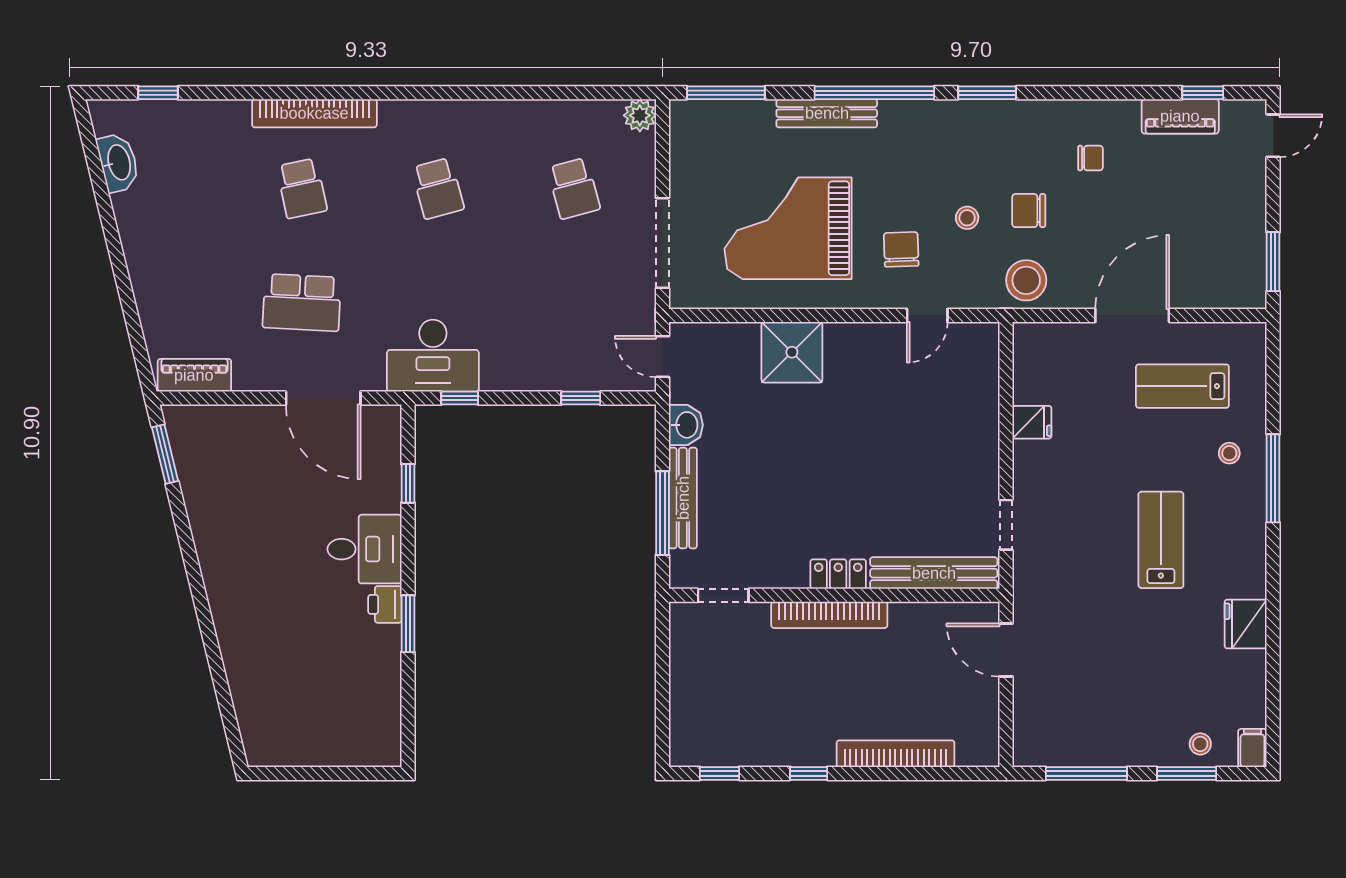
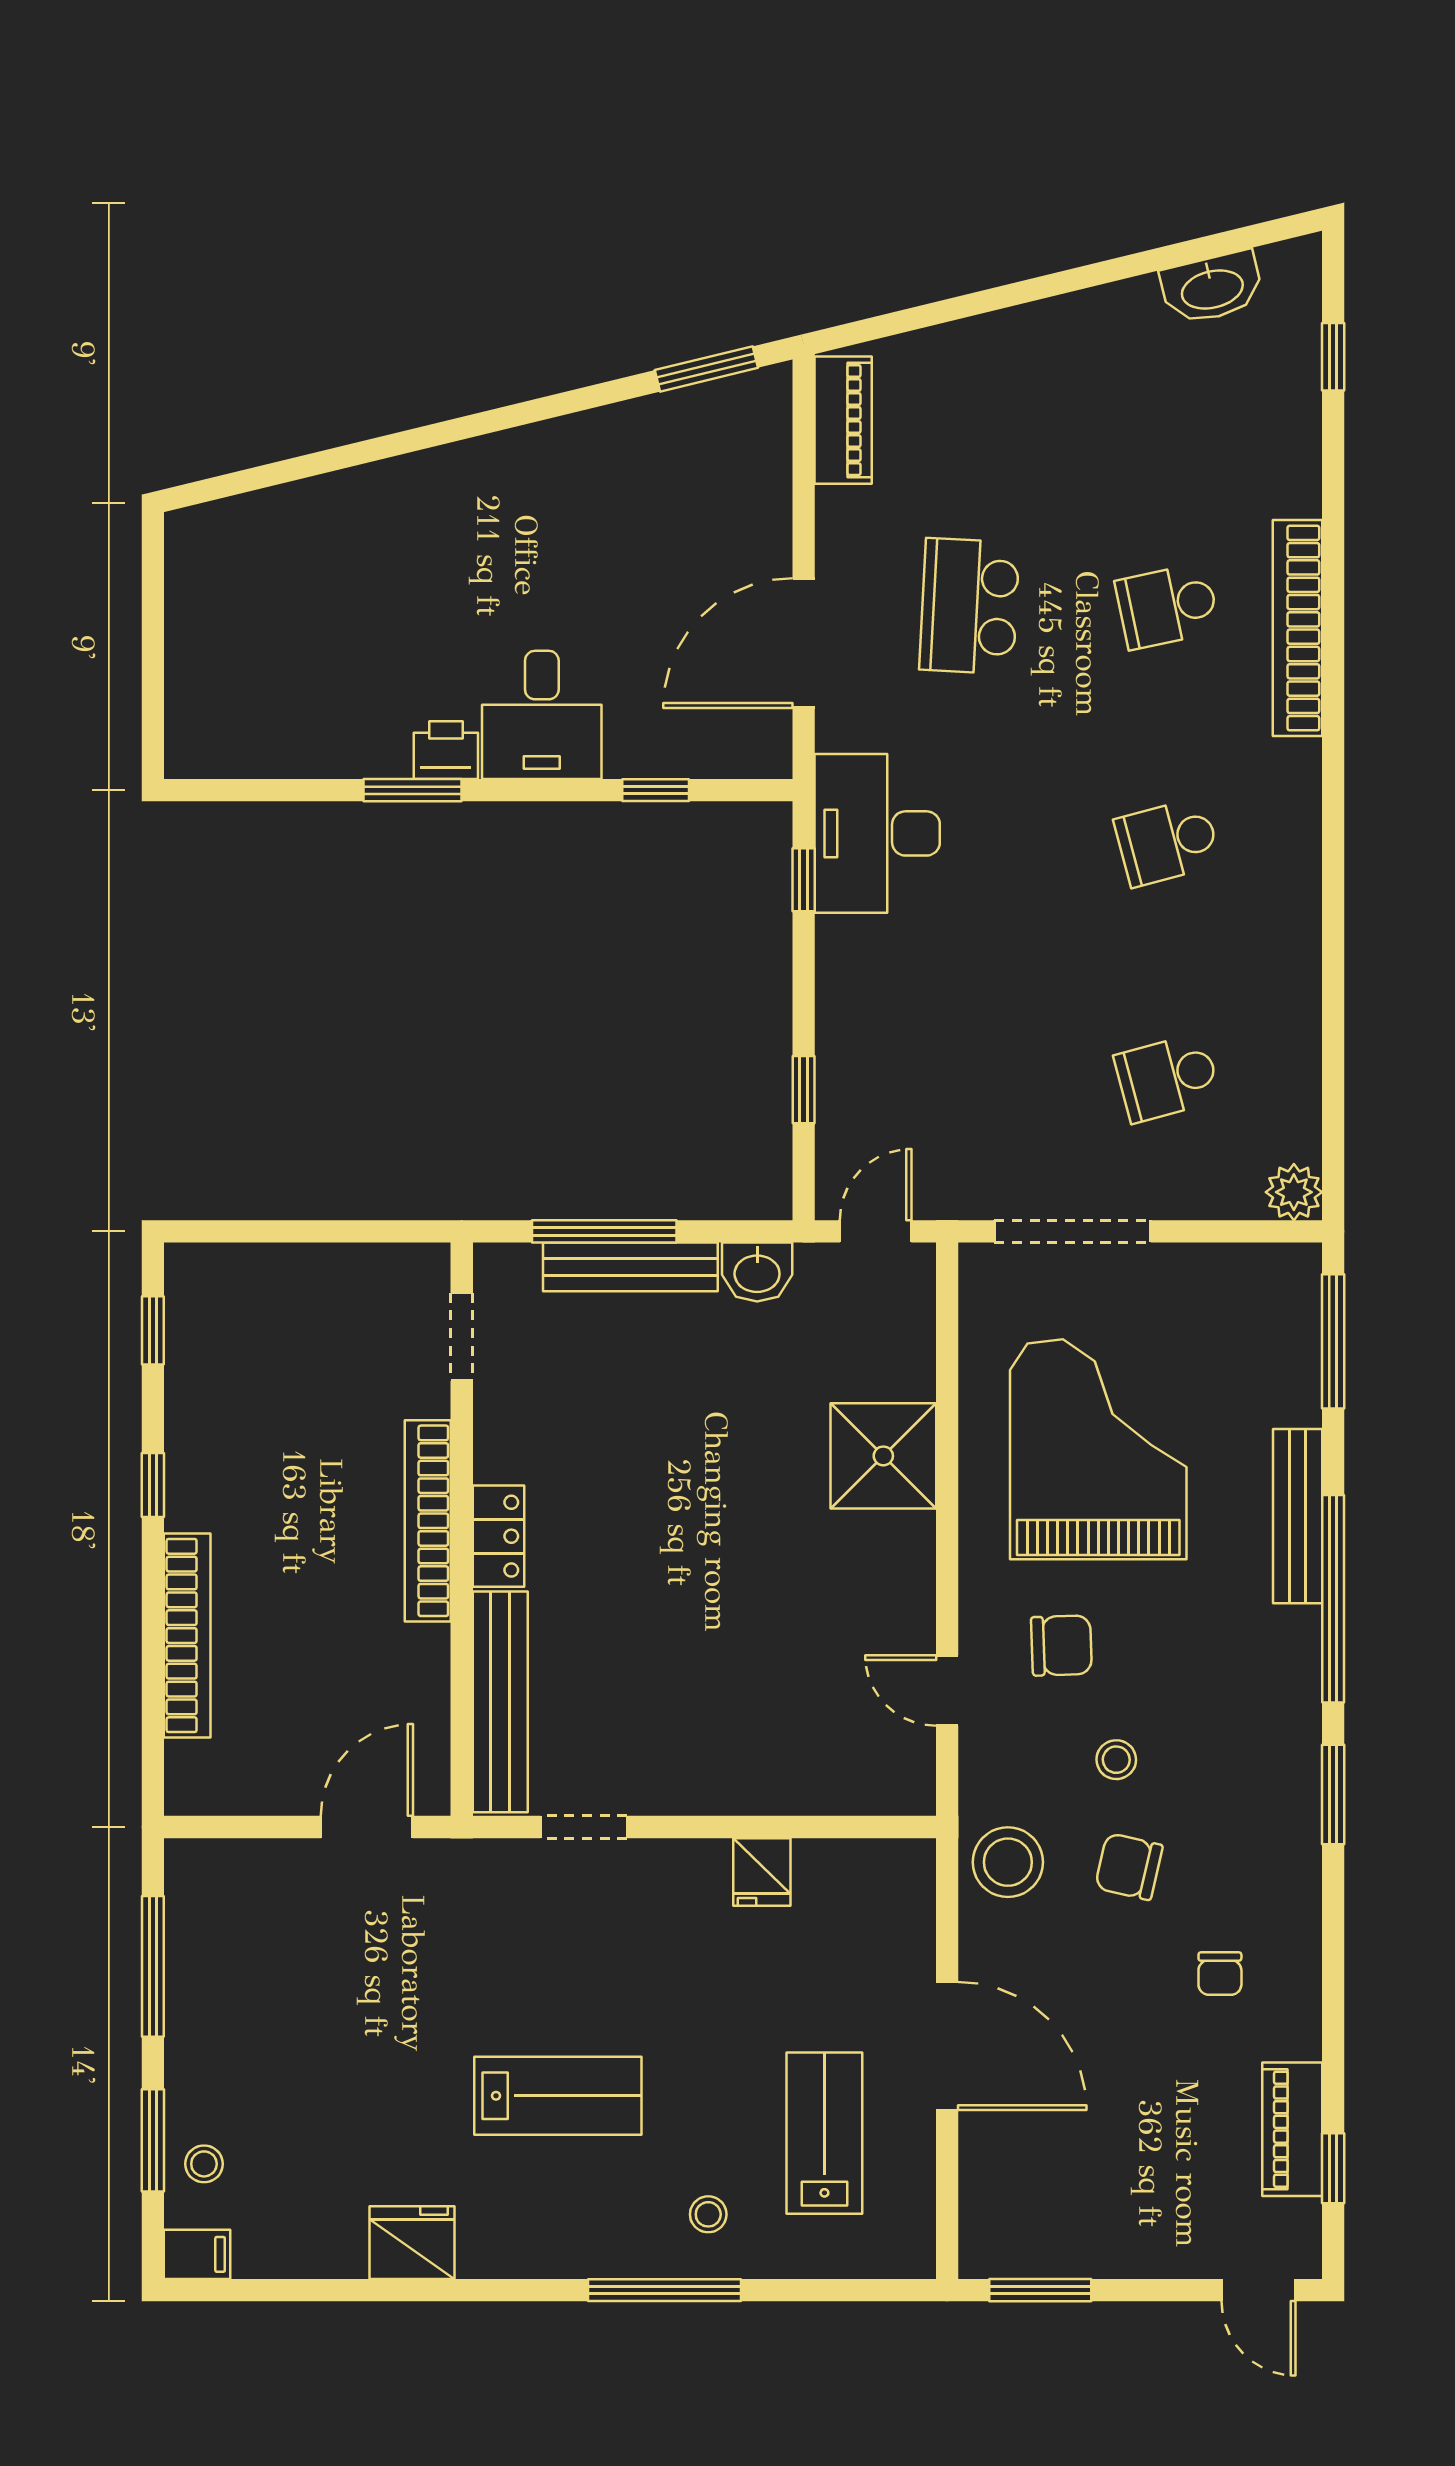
chair: (1029, 211) -> (1129, 1867), turned -77

